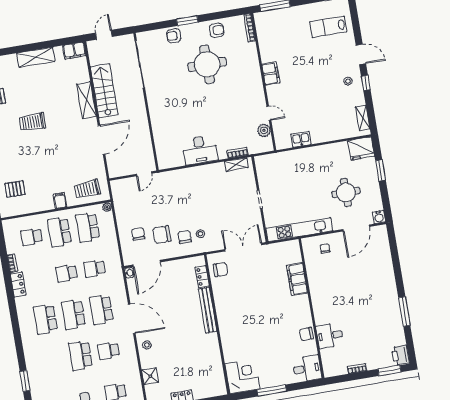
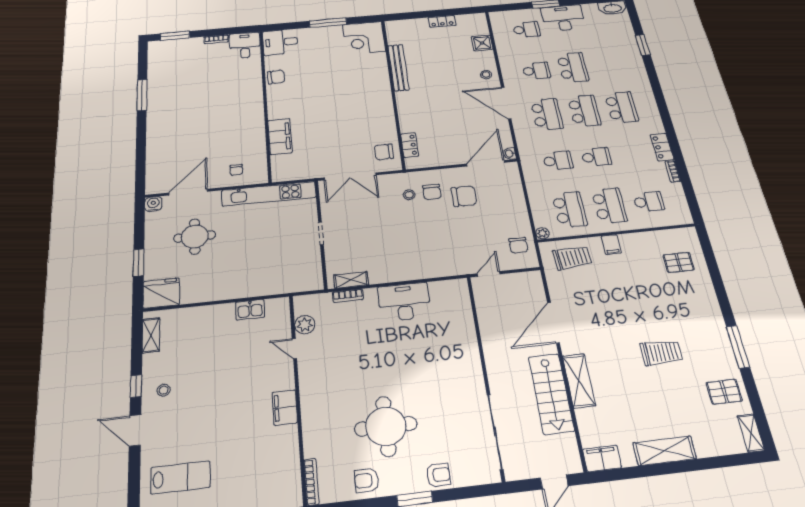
chair: (138, 234) -> (518, 245), moved
bench: (208, 310) -> (398, 68), moved
desk: (330, 336) -> (245, 45), moved, turned -90
printer: (400, 355) -> (158, 50), removed

